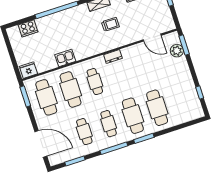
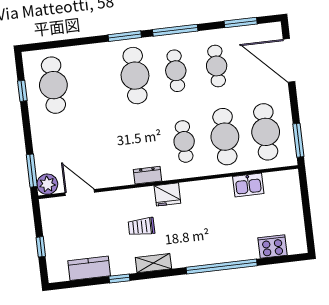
plant: (177, 51) -> (47, 184), moved
kitchen sink: (65, 58) -> (248, 185), moved
fridge: (28, 70) -> (167, 194), moved
cafe table: (157, 108) -> (53, 85), moved

